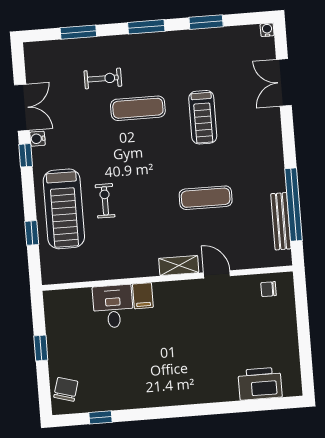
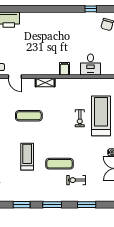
door: (217, 274) -> (15, 77), moved
desk: (113, 306) -> (91, 64), moved

